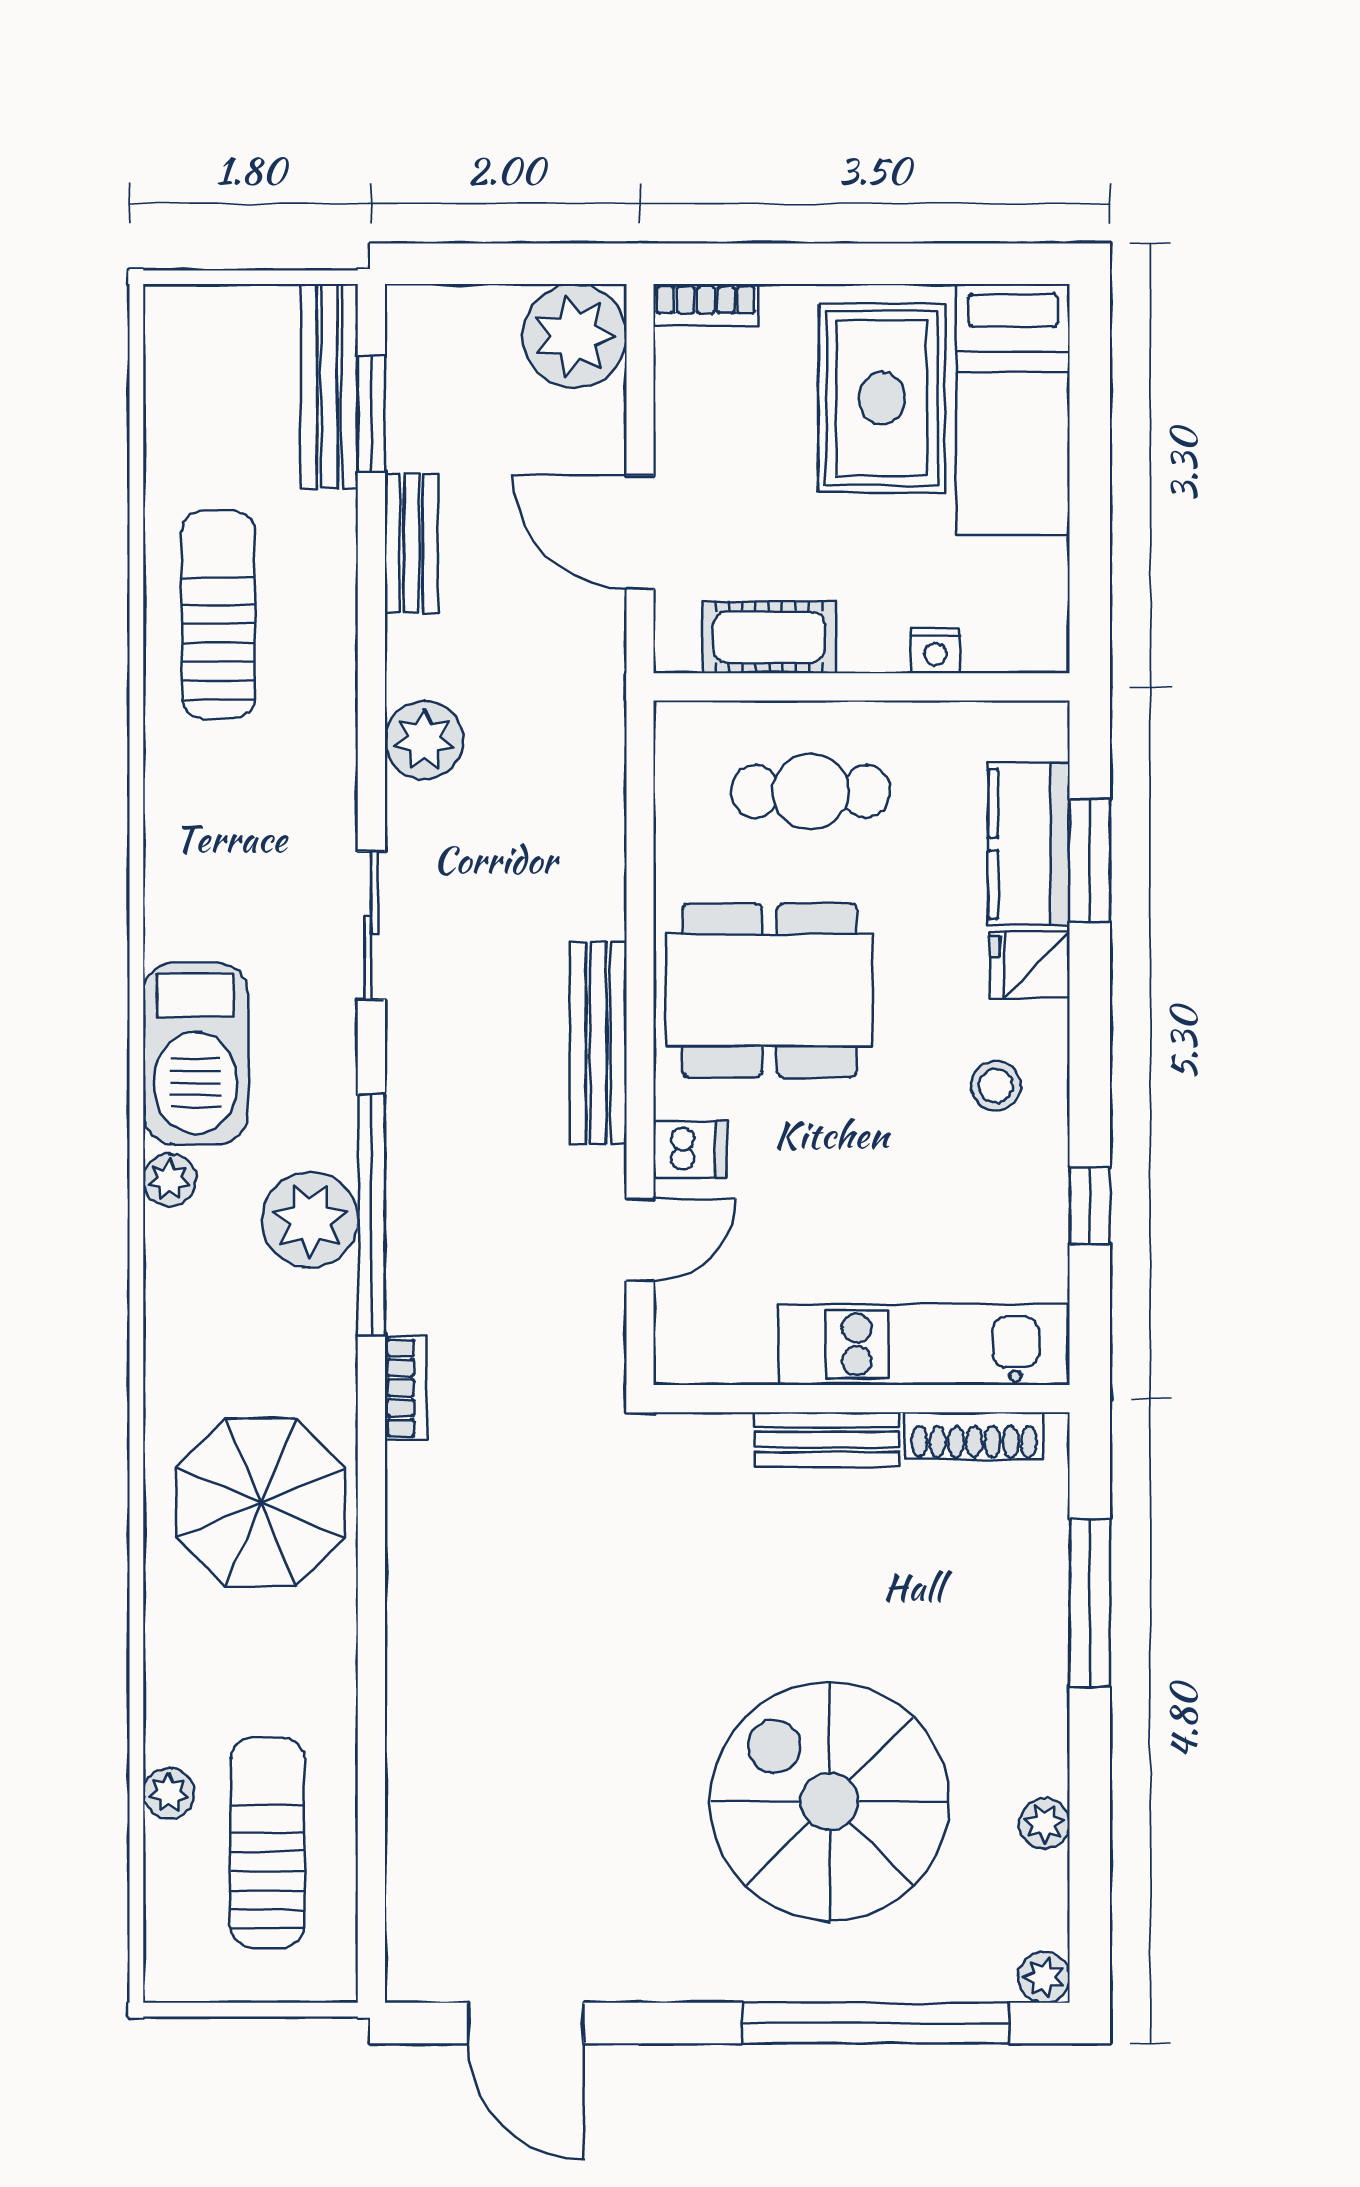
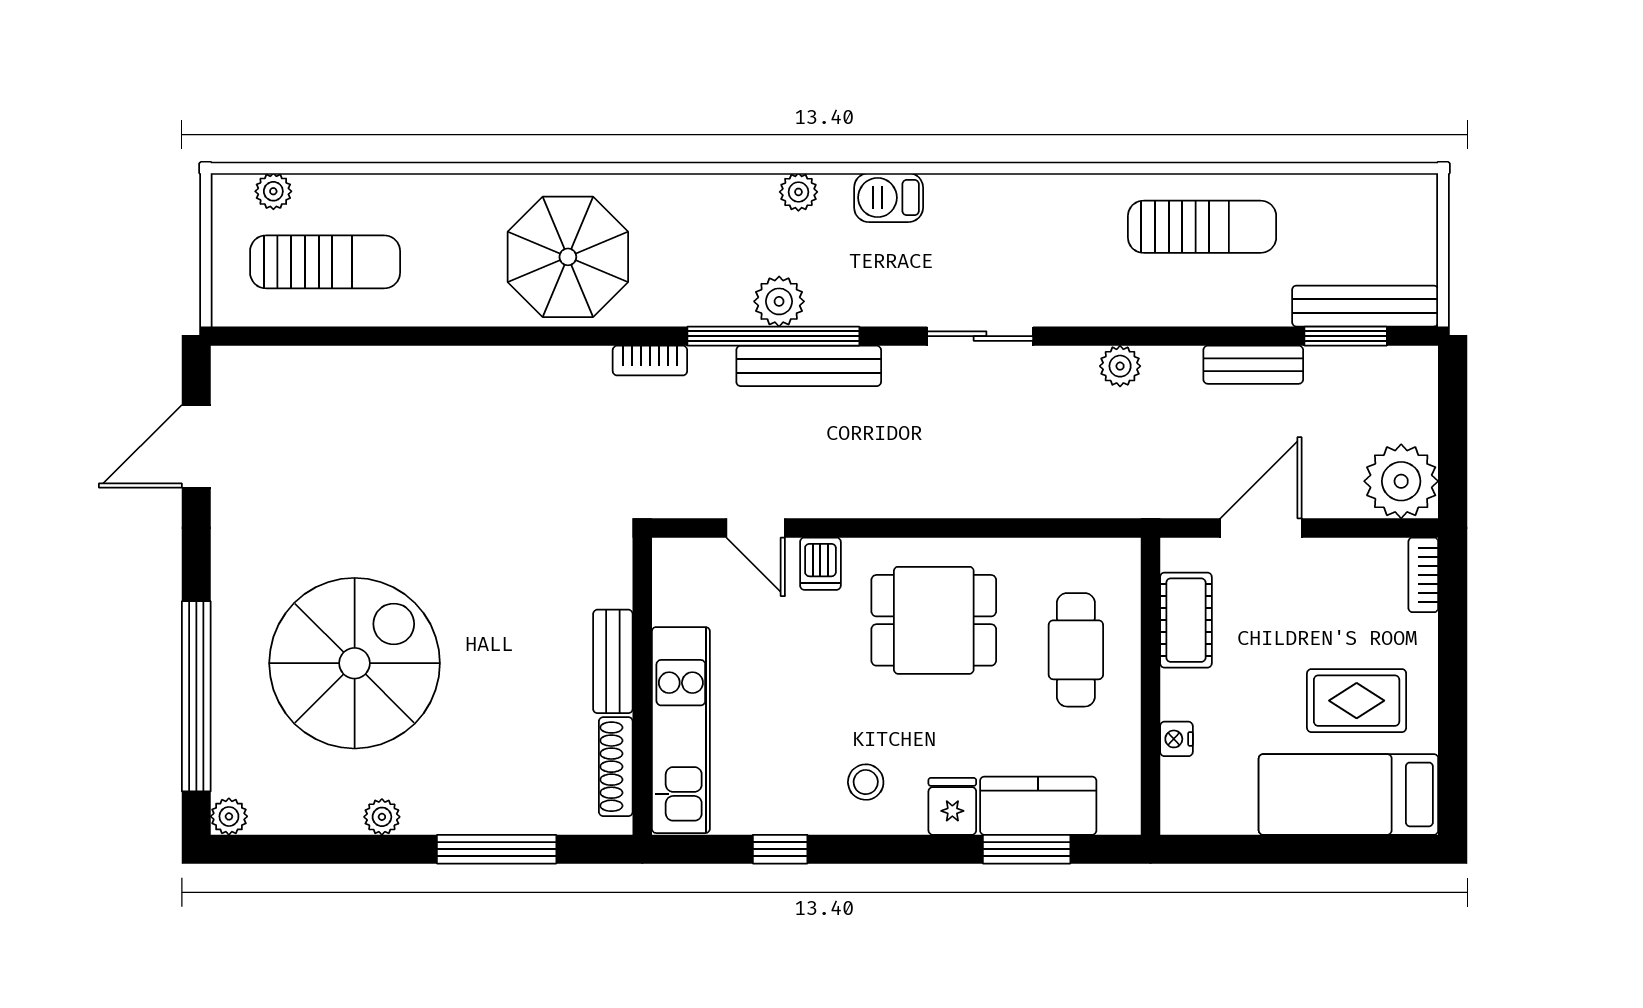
rug: (882, 398) -> (1357, 701), width x0.73, depth x0.70
plant: (424, 740) -> (1120, 366), width x0.73, depth x0.73
dining table: (769, 990) -> (934, 620), width x0.73
bench: (598, 1043) -> (809, 366), moved
barbecue: (196, 1054) -> (889, 198), width x0.53, depth x0.65
plant: (310, 1220) -> (779, 301), width x0.73, depth x0.73
plant: (169, 1793) -> (273, 191), moved
plant: (1045, 1824) -> (382, 817), moved

